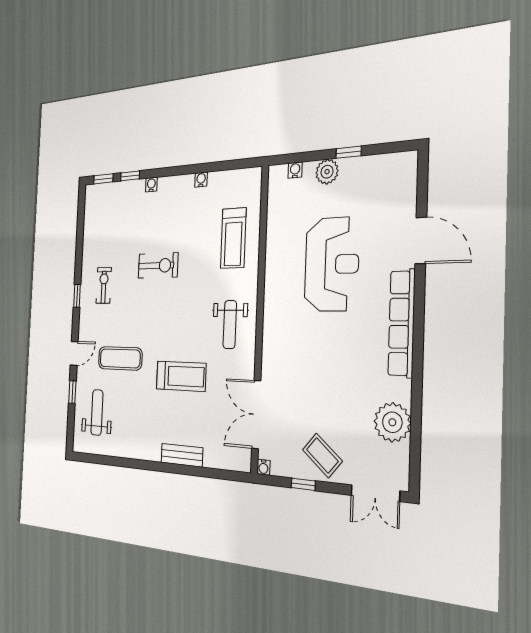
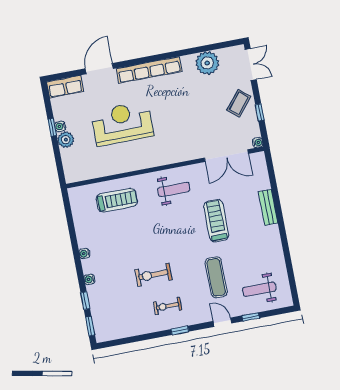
water cooler: (295, 170) -> (60, 126), moved
water cooler: (201, 180) -> (84, 253), moved
row of seats: (405, 180) -> (65, 87), added
exercise bike: (158, 266) -> (153, 275), moved, turned -90

